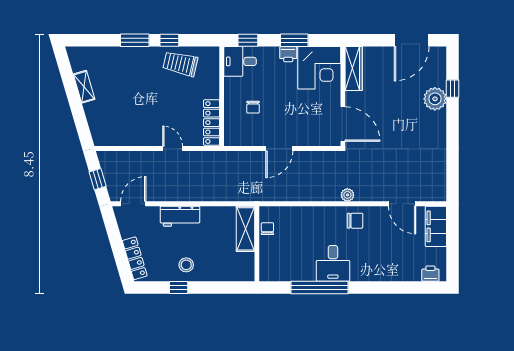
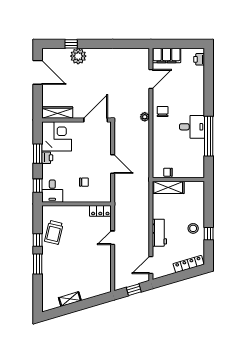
locker: (212, 123) -> (100, 211), width x0.66
door: (133, 204) -> (151, 265), hinge flipped

